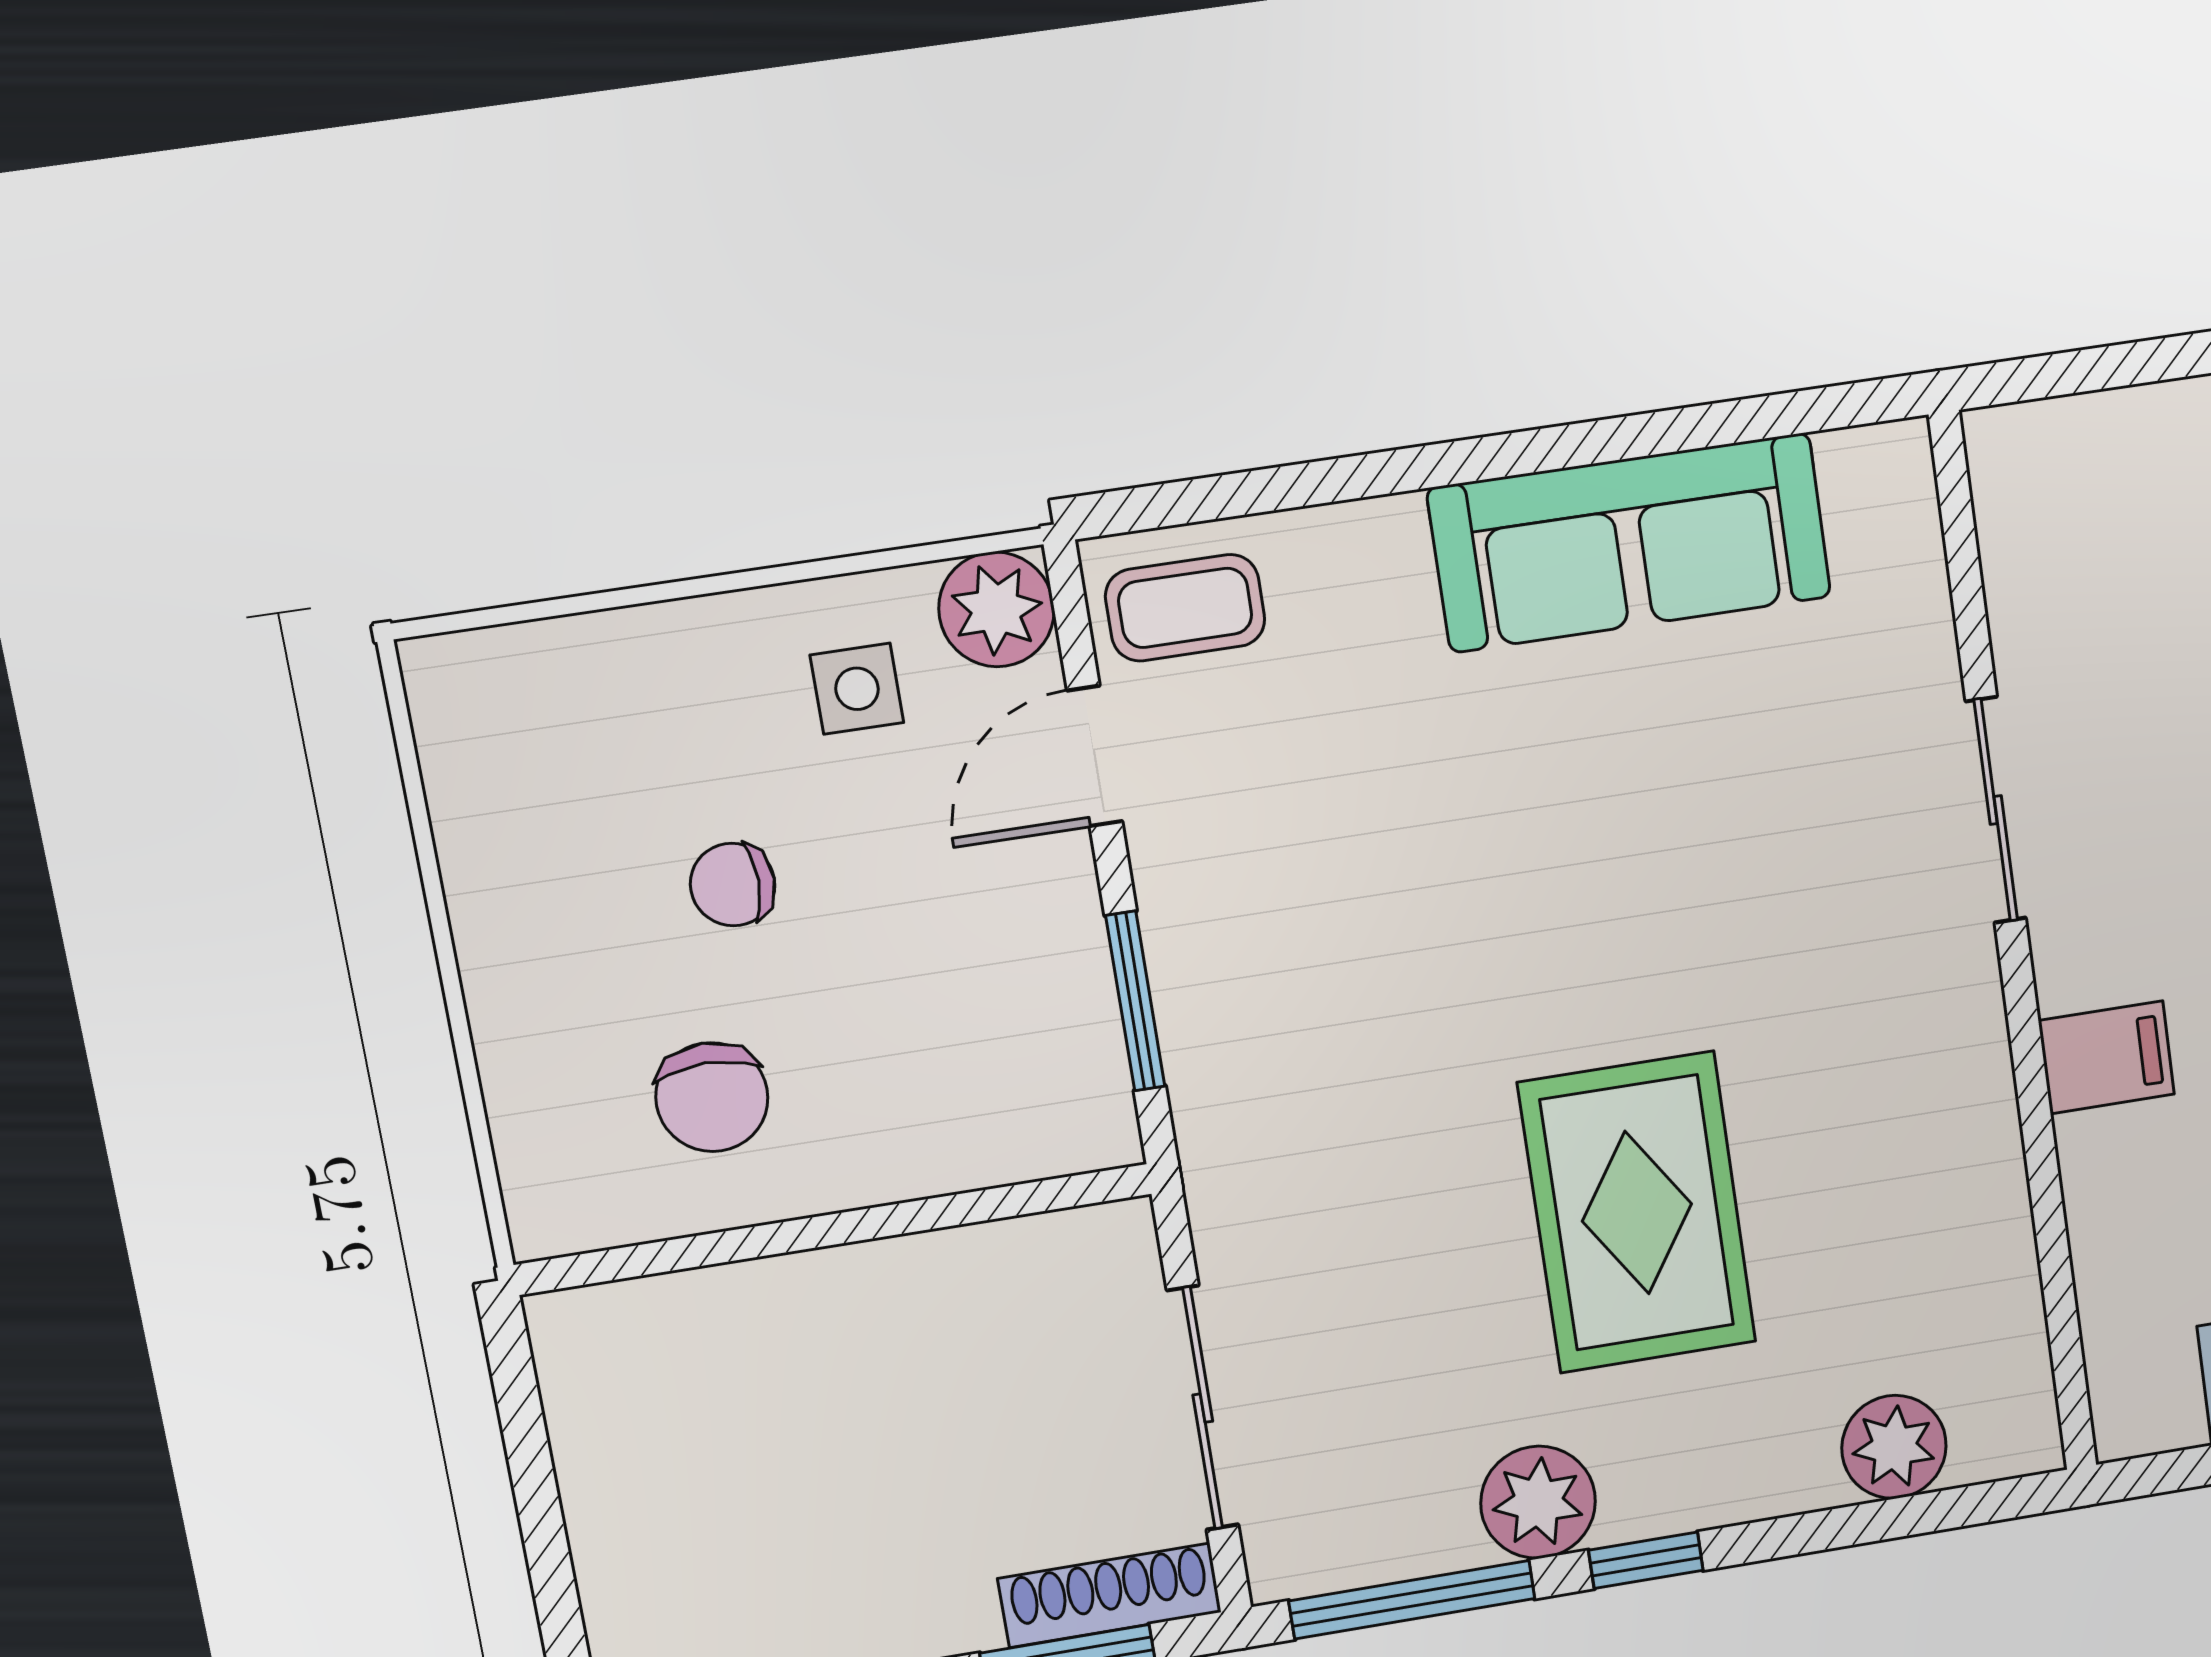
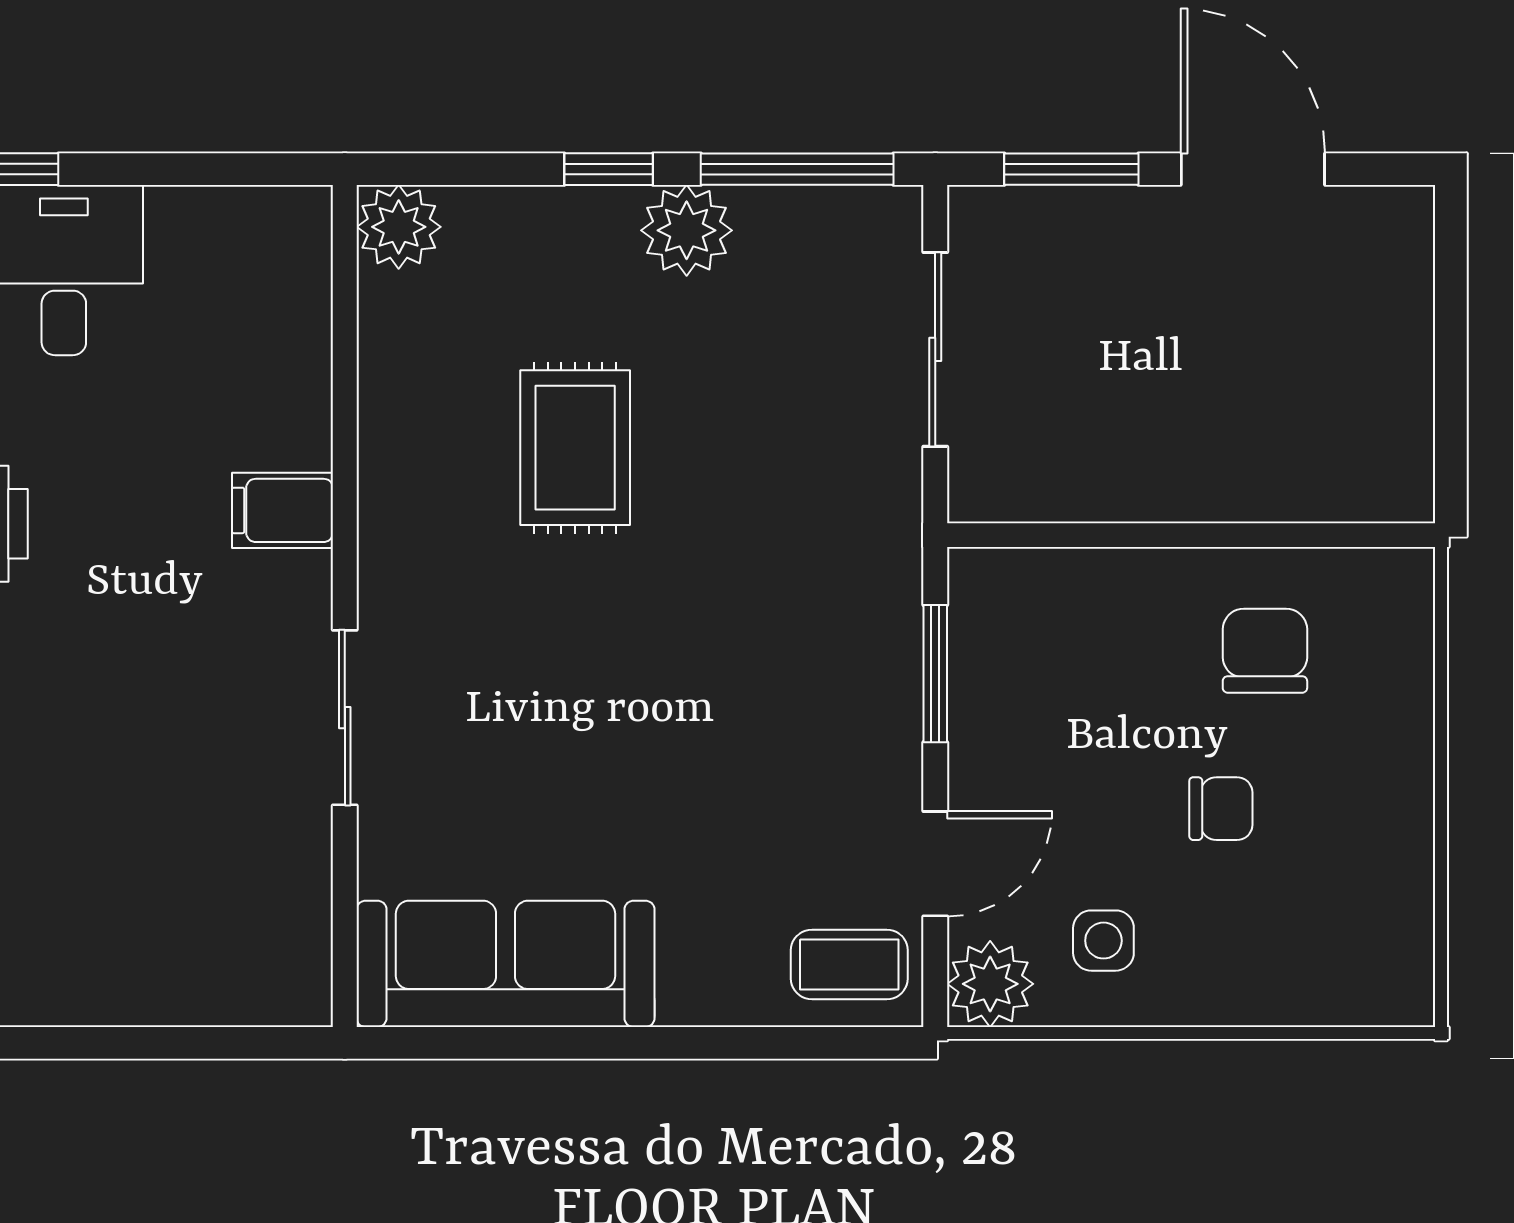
sliding door: (1996, 810) -> (345, 718), moved
wall: (2014, 951) -> (345, 606), moved
filing cabinet: (2106, 1057) -> (283, 510), moved
rug: (1637, 1213) -> (575, 448), width x0.73, depth x0.70
shoe rack: (1110, 1595) -> (1031, 213), removed

